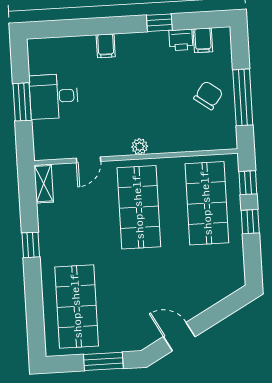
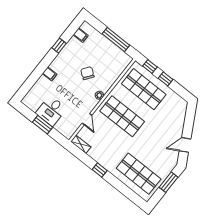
printer: (181, 40) -> (73, 43), removed
chair: (208, 95) -> (87, 73), moved

